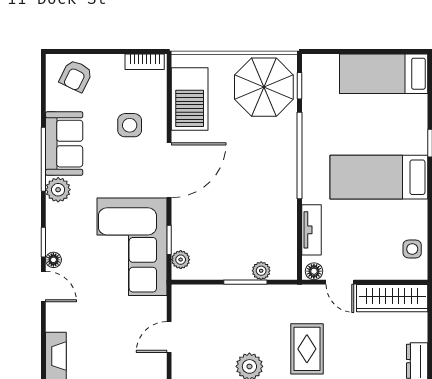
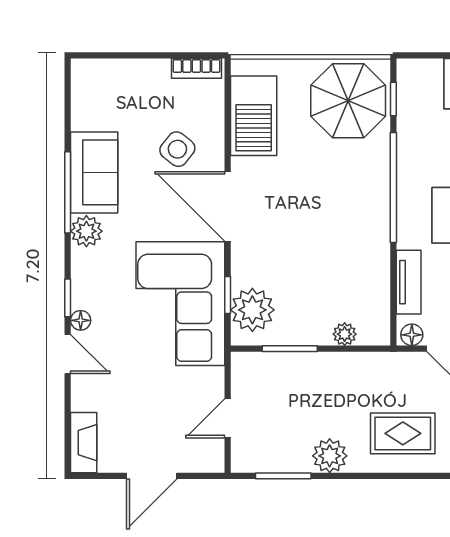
armchair: (76, 76) -> (109, 87), removed
side table: (130, 125) -> (177, 149), turned 38
door: (169, 170) -> (228, 206), swing flipped
plant: (181, 260) -> (252, 310), width x1.88, depth x1.88
window: (245, 282) -> (290, 349), moved
rug: (307, 349) -> (403, 433), turned 90

